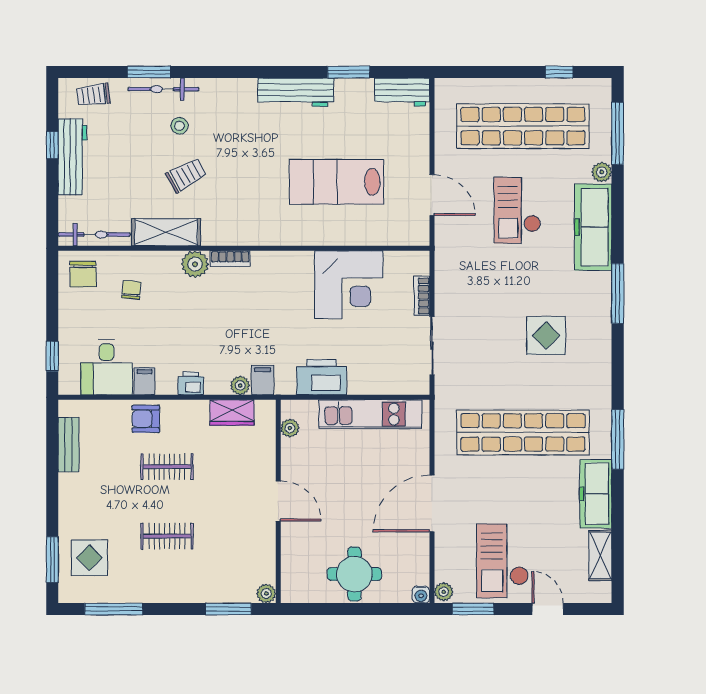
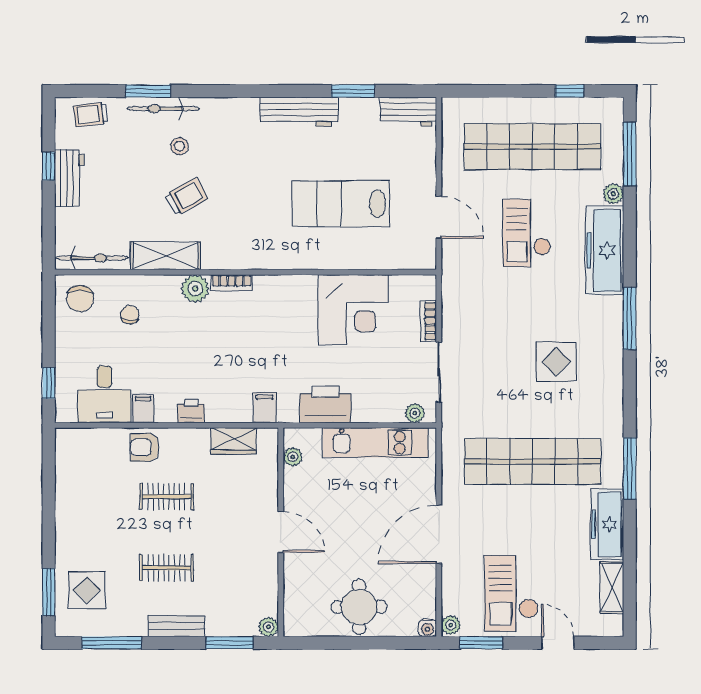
workbench: (72, 157) -> (69, 178), width x0.73
plant: (240, 385) -> (415, 413), moved
bench: (69, 445) -> (176, 626), moved, turned 90

